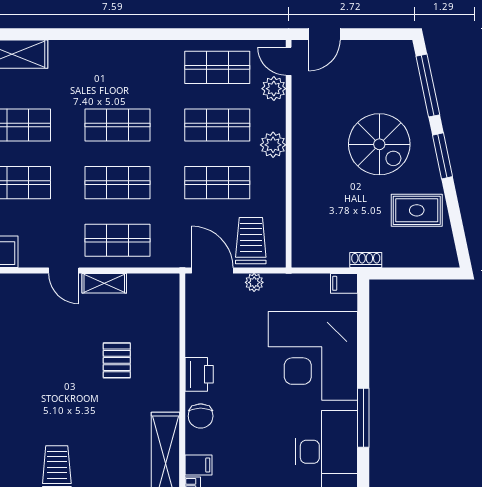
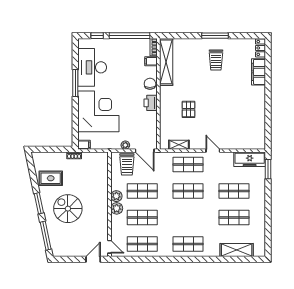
plant: (274, 89) -> (116, 196), moved
shop shelf: (118, 125) -> (188, 244), moved
shelving: (104, 283) -> (179, 145), moved

